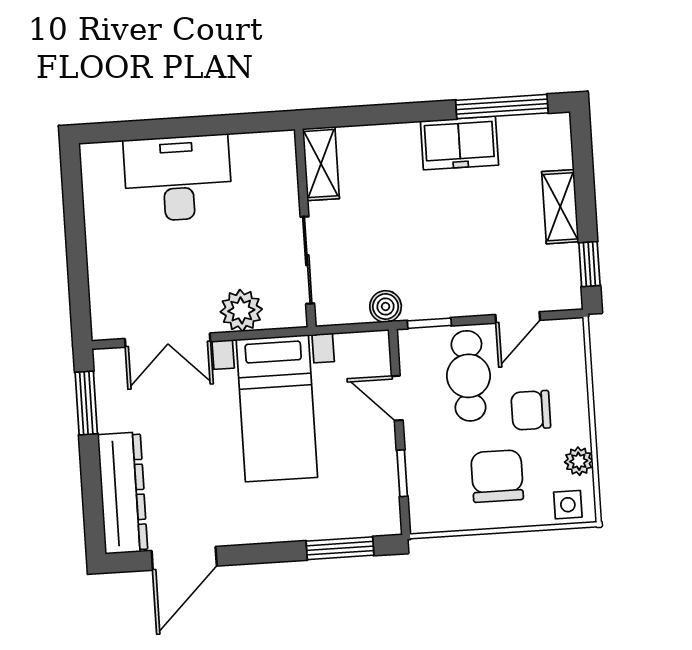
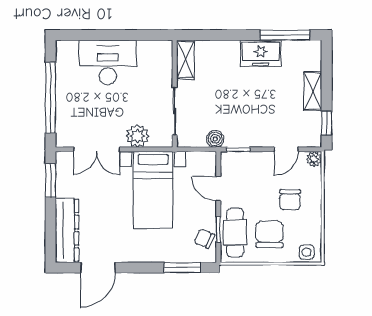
window: (76, 250) -> (51, 98), added
cafe table: (468, 376) -> (235, 233), moved
chair: (531, 410) -> (290, 200), turned -90
plant: (579, 461) -> (314, 159), moved
chair: (377, 492) -> (204, 239), added

